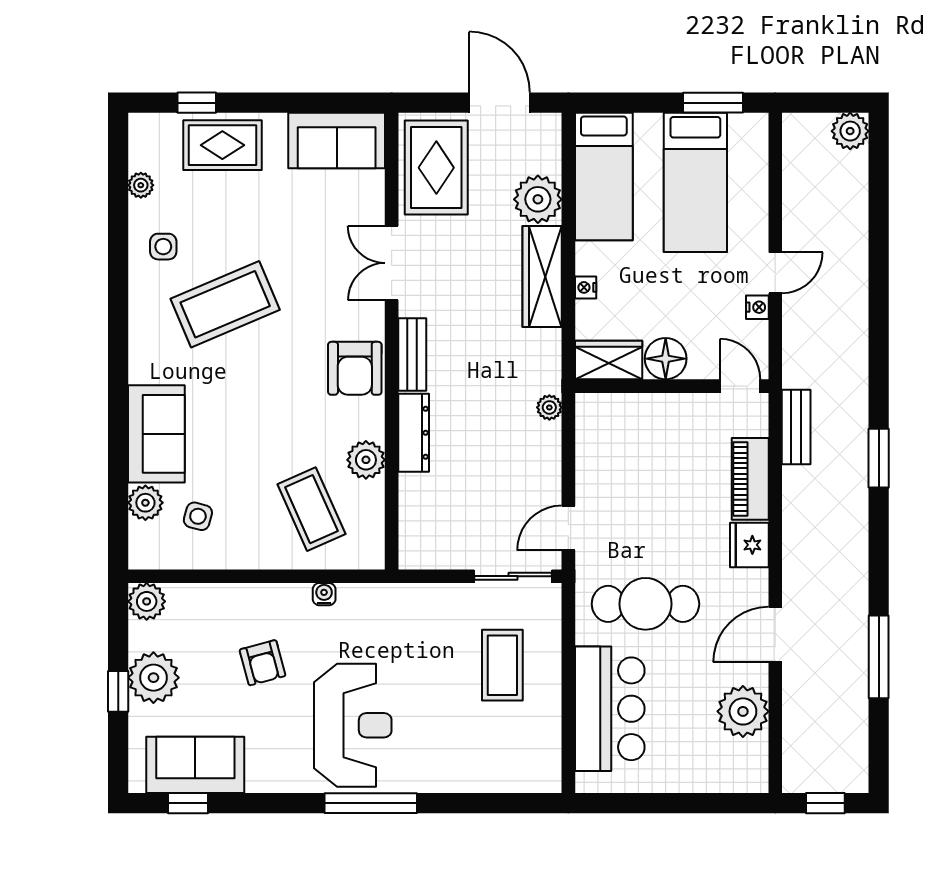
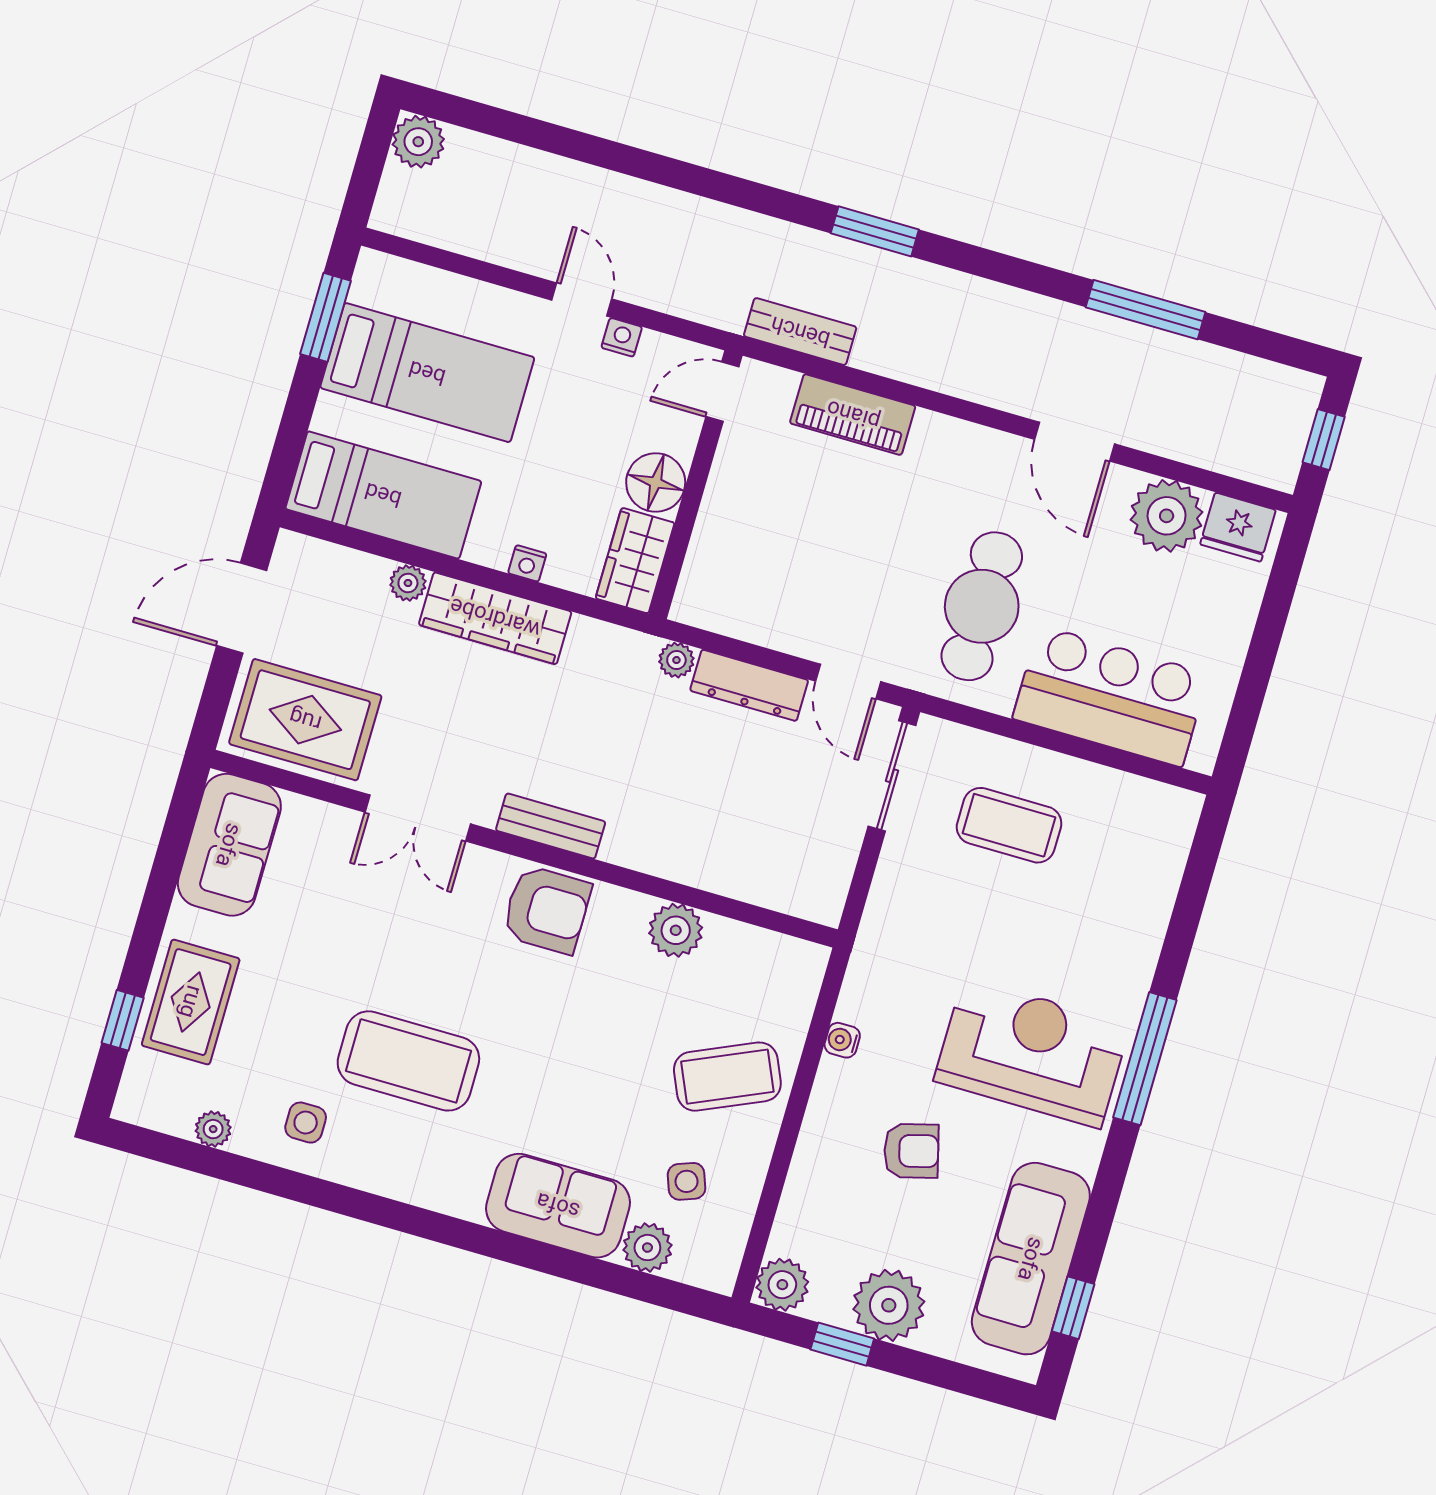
plant: (538, 199) -> (408, 583), width x0.53, depth x0.53
coffee table: (225, 304) -> (408, 1061), turned -67
dresser: (414, 433) -> (749, 685), moved, turned 180
coffee table: (311, 509) -> (727, 1077), moved
side table: (198, 516) -> (687, 1181), turned -35
fridge: (749, 545) -> (1238, 527), moved
window: (118, 691) -> (842, 1344), moved
sofa: (195, 765) -> (1031, 1259), width x1.36

